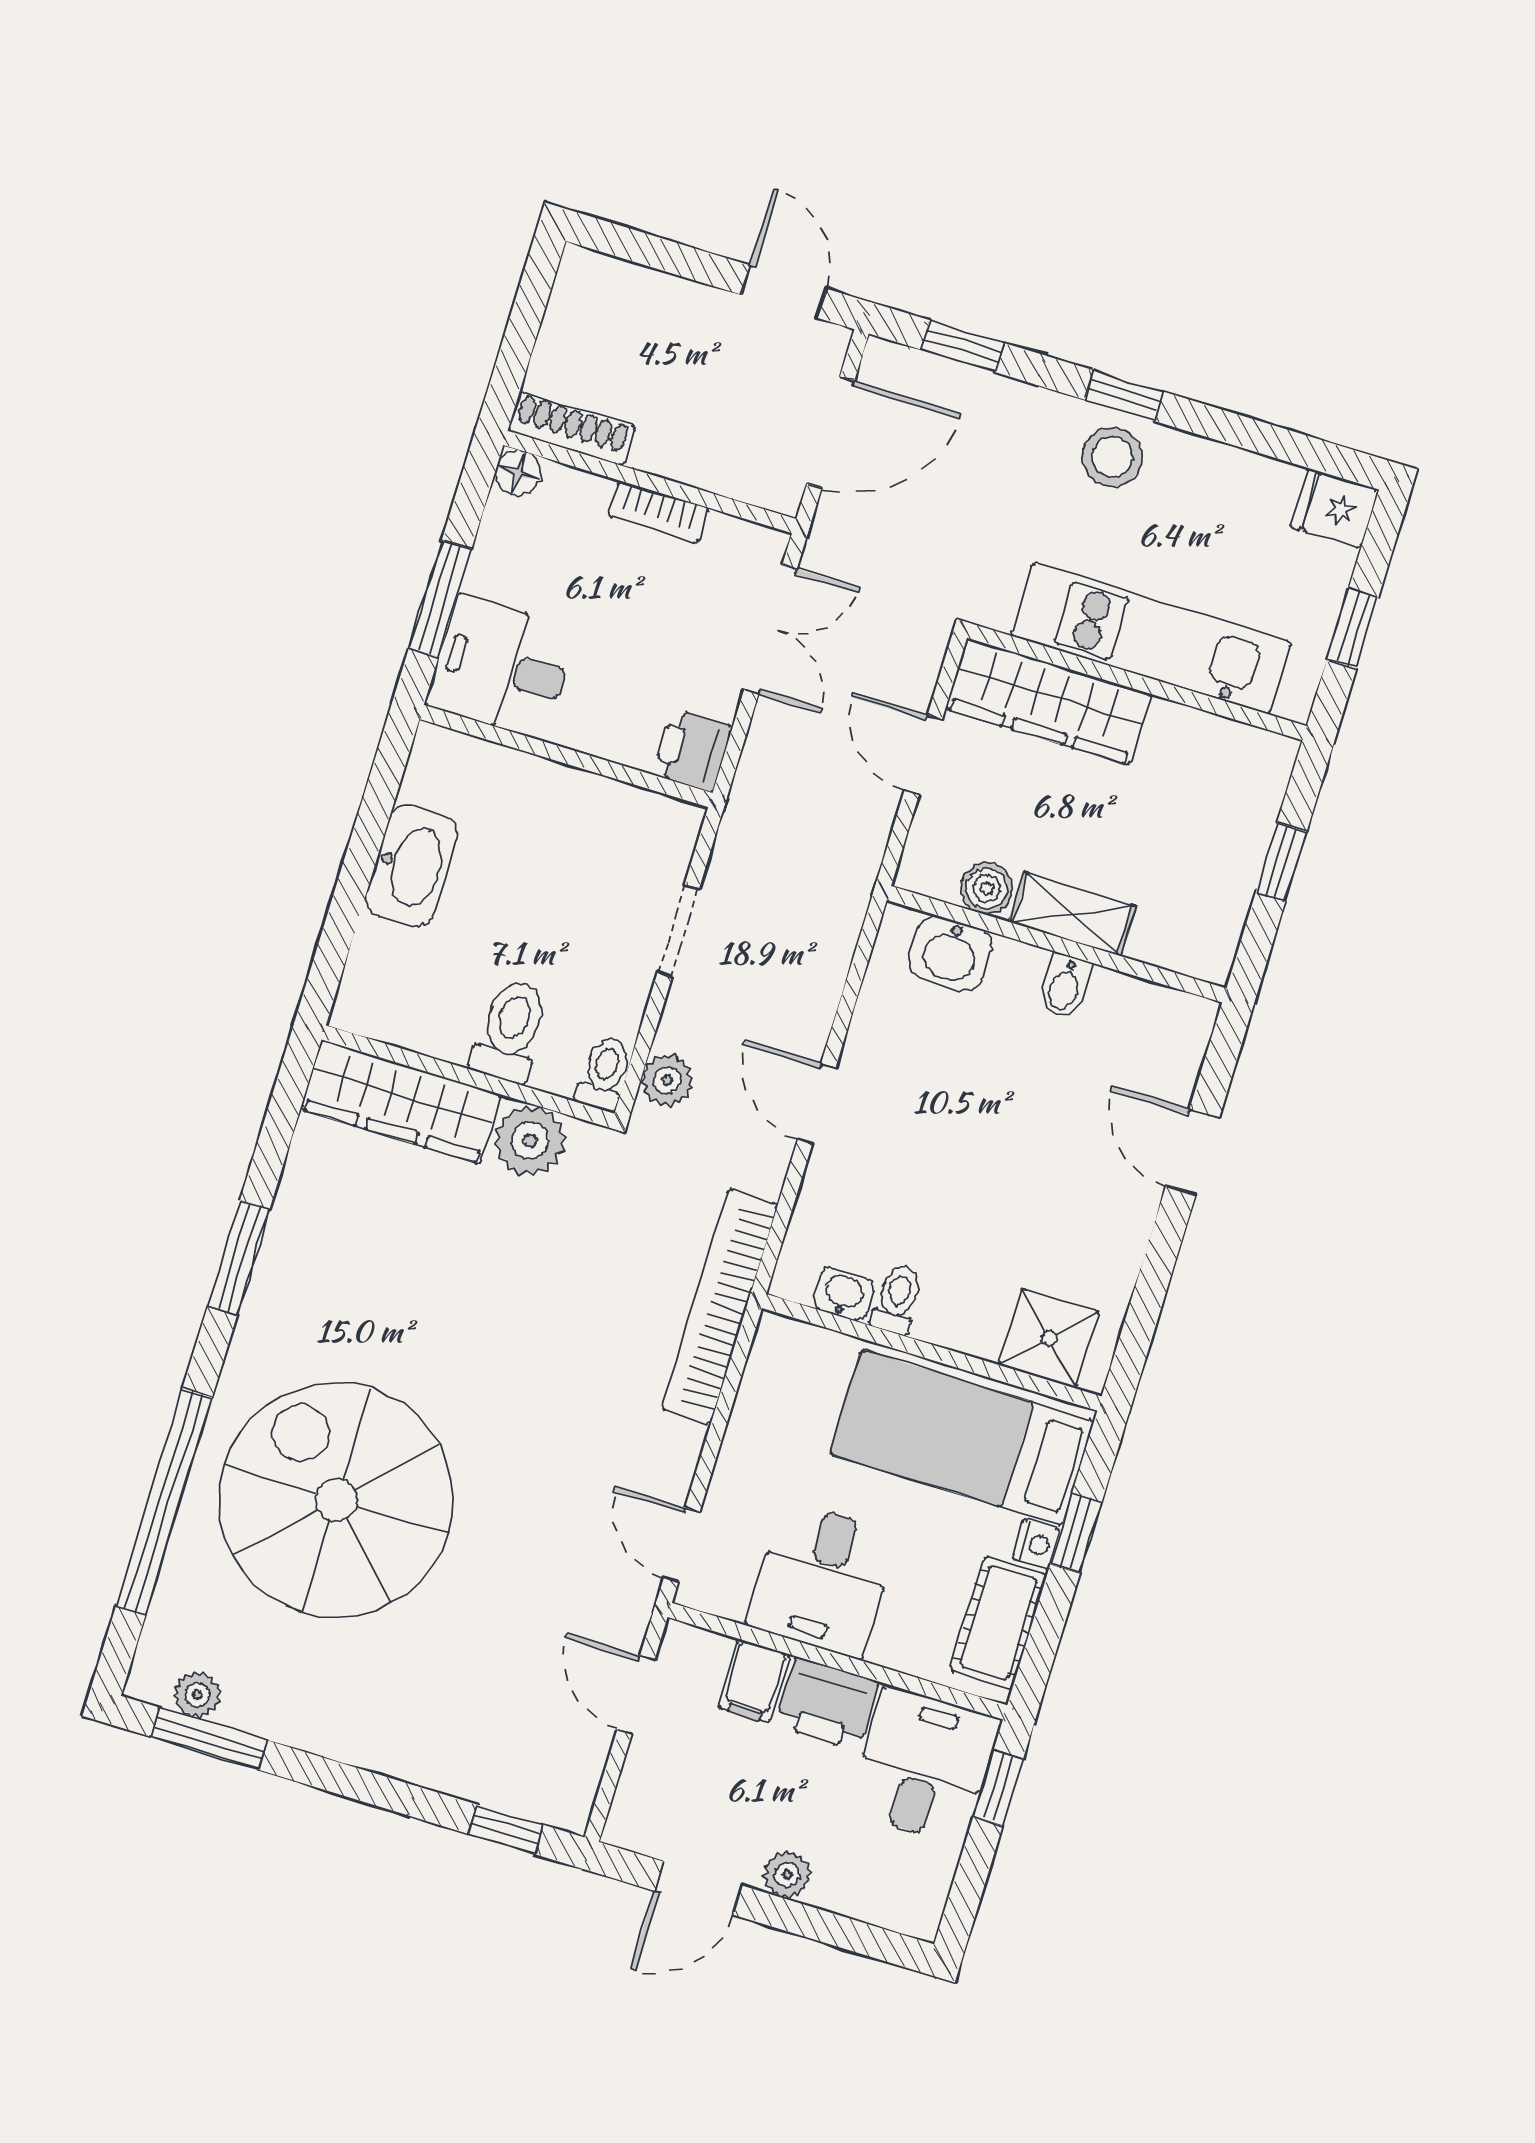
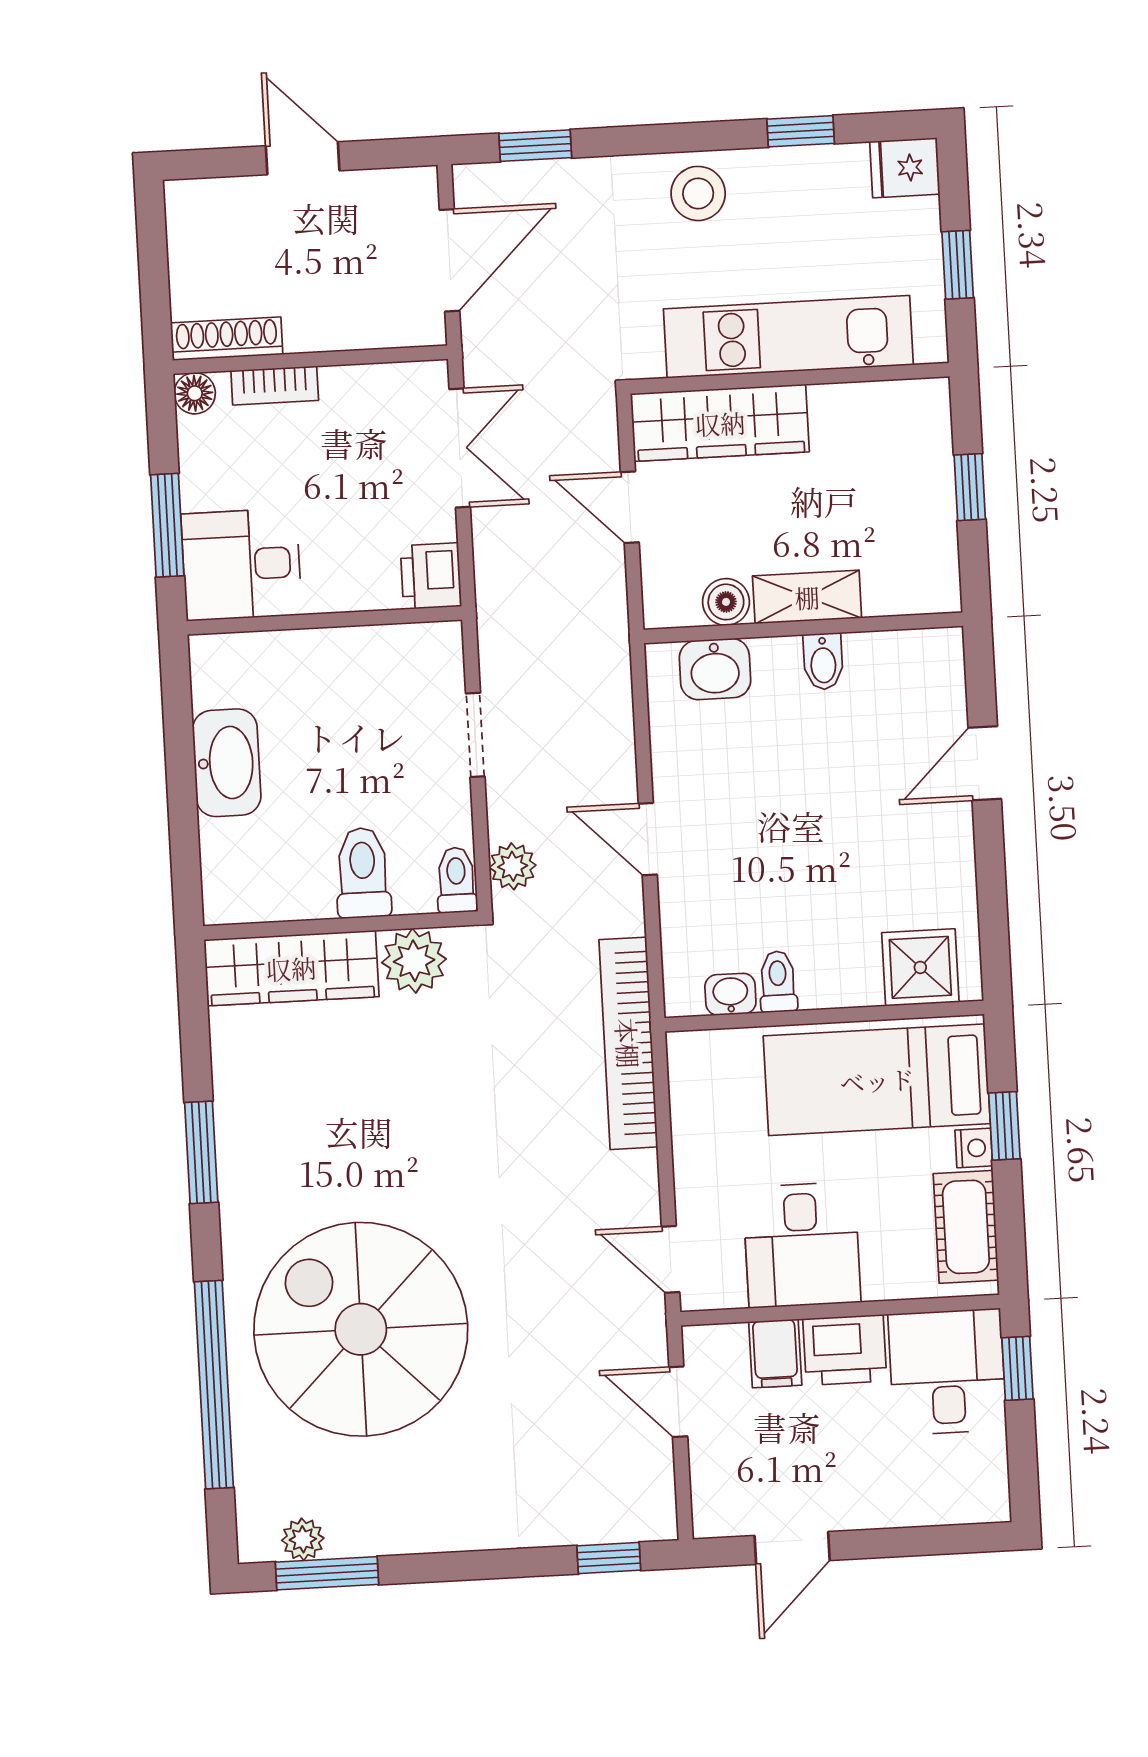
door: (784, 292) -> (303, 158), moved
window: (1124, 396) -> (801, 131), moved
bookcase: (658, 512) -> (275, 386), moved
door: (1193, 1152) -> (985, 763), hinge flipped
plant: (787, 1875) -> (864, 1509), removed

